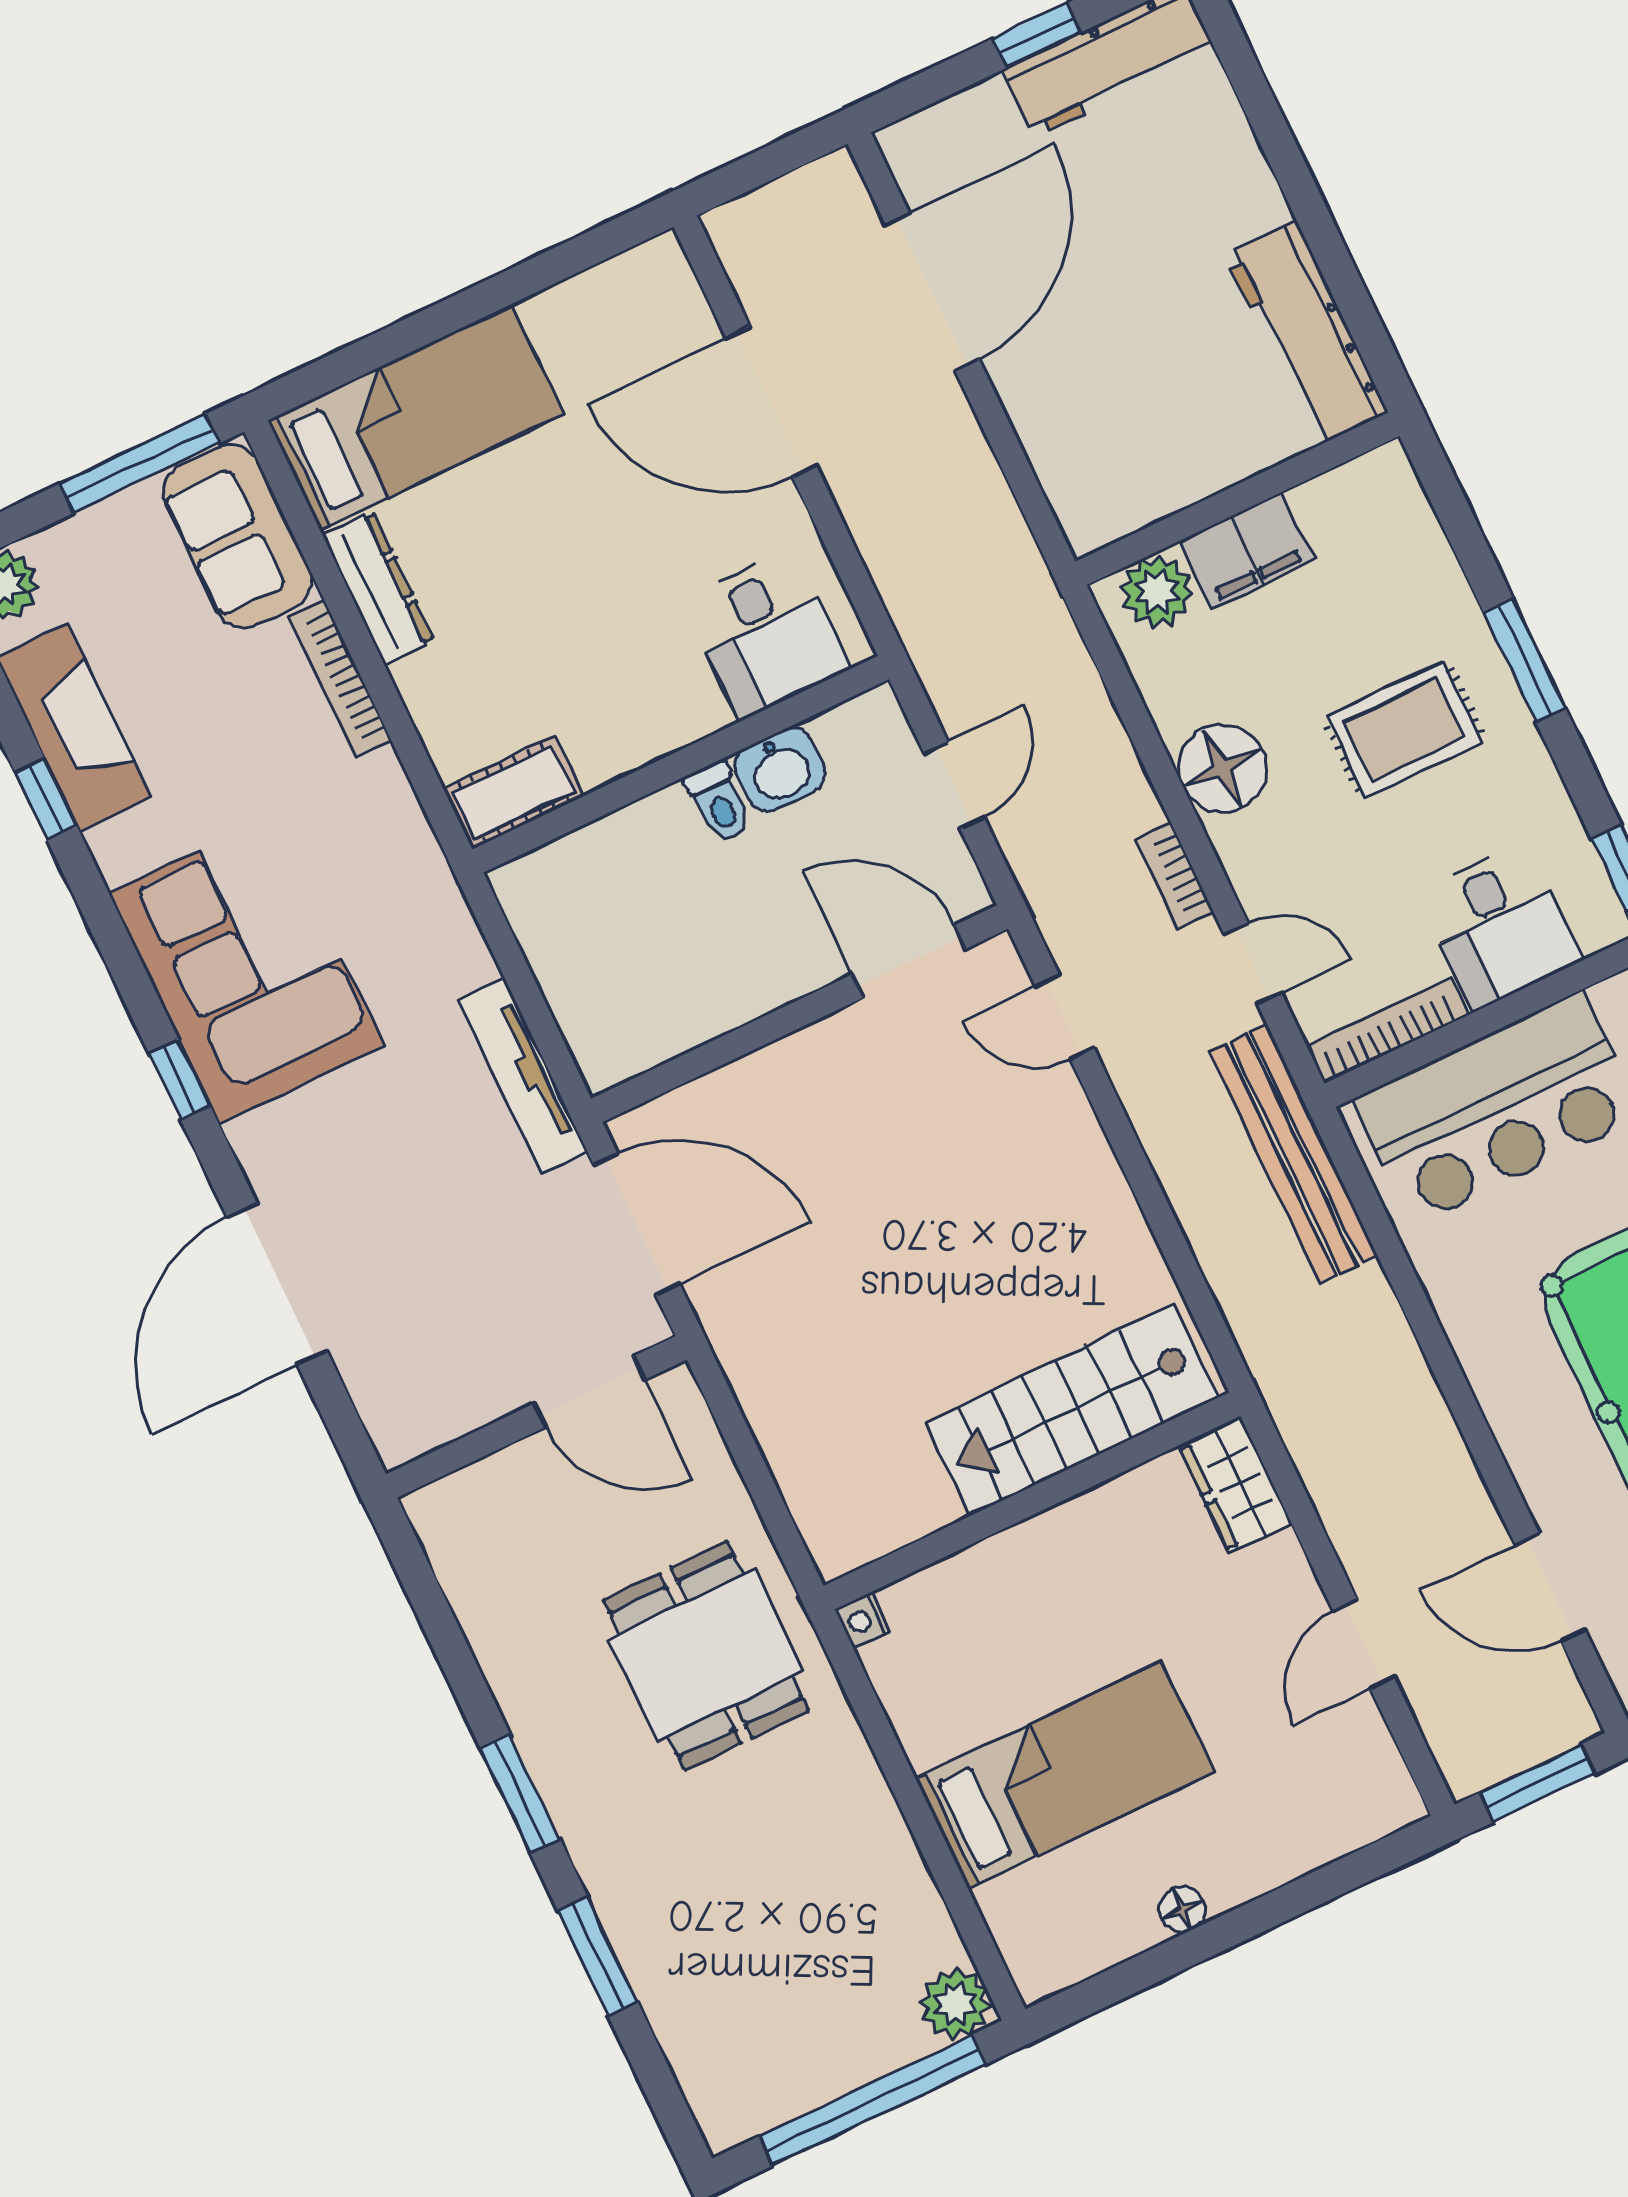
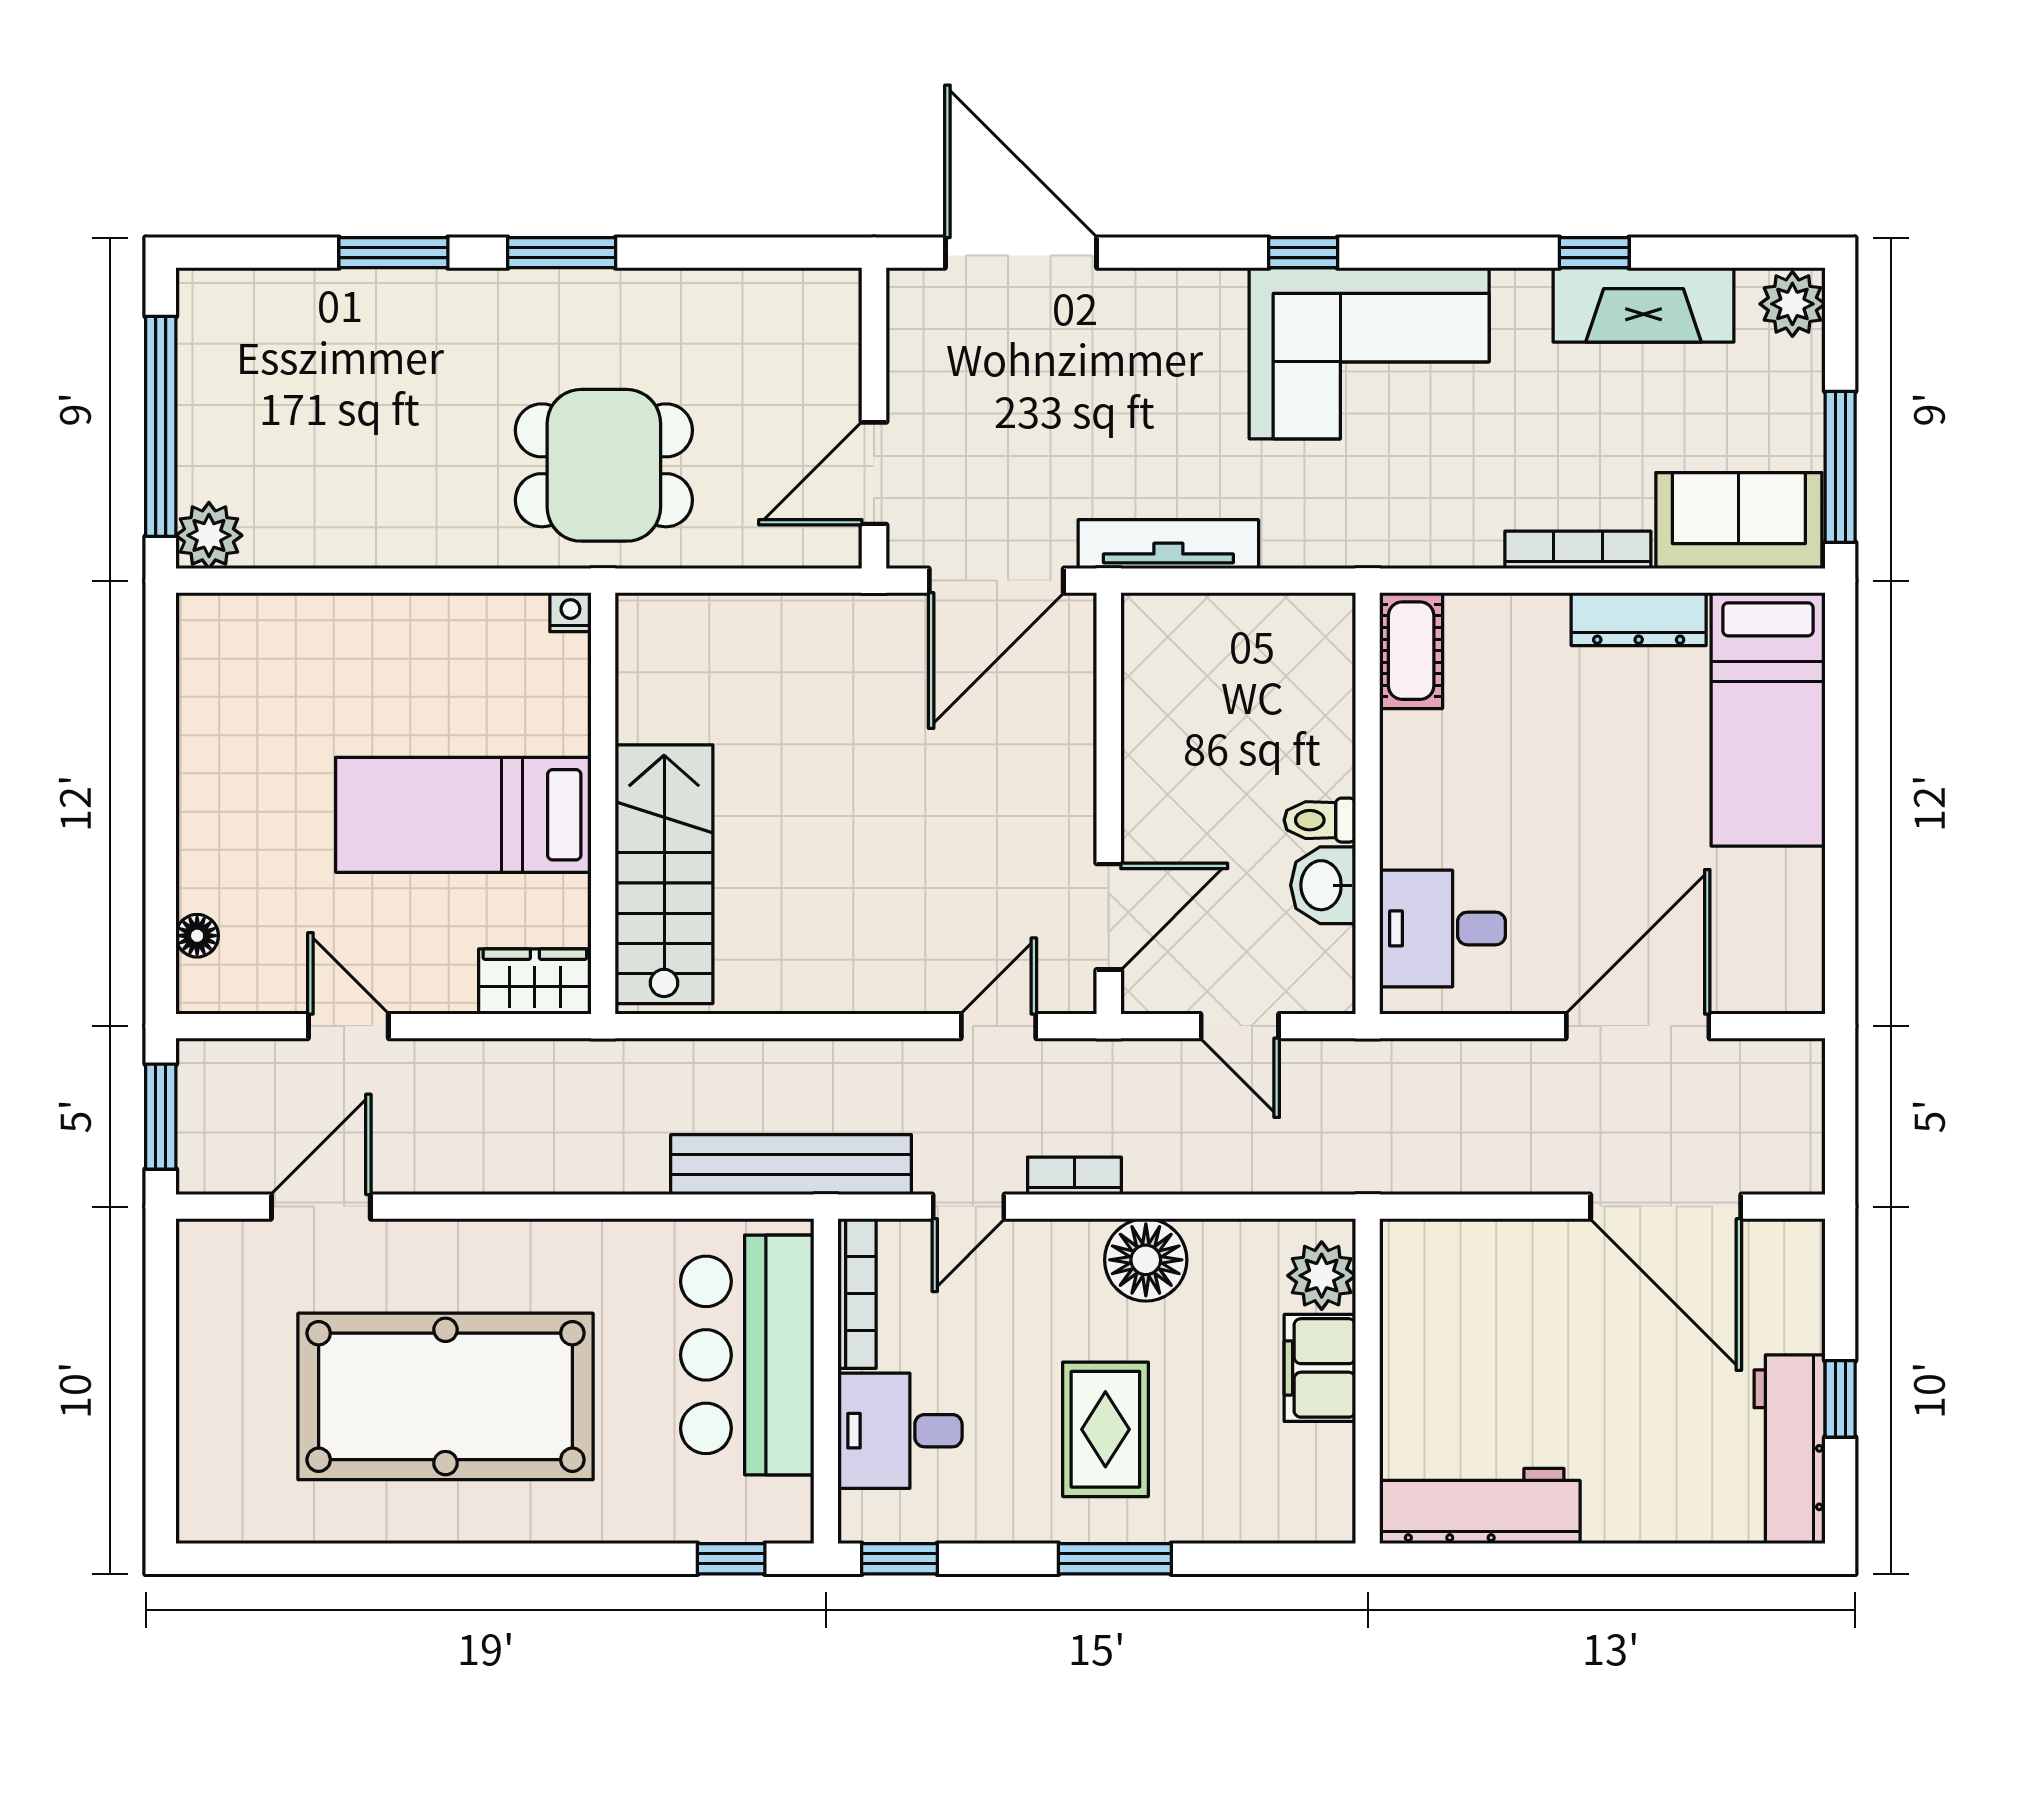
door: (277, 1284) -> (1021, 253), moved
bed: (1065, 1775) -> (463, 815), moved, turned 90
floor lamp: (1183, 1909) -> (197, 936), moved

